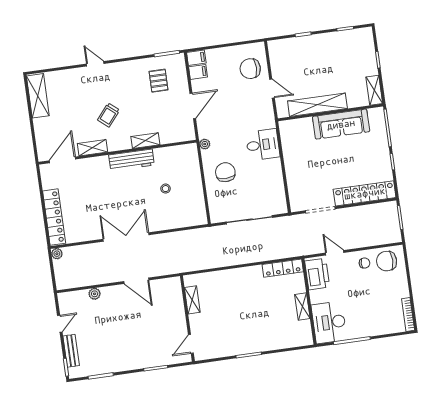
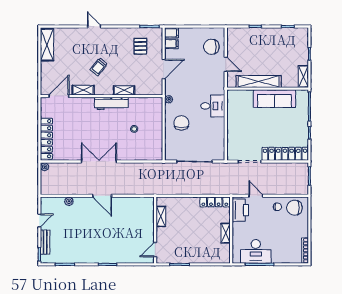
shelving: (192, 300) -> (161, 216), moved
wall: (187, 319) -> (155, 230), moved
desk: (329, 322) -> (256, 251), moved, turned -90
door: (191, 344) -> (155, 250), moved

